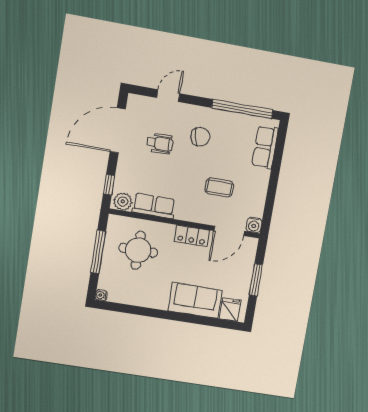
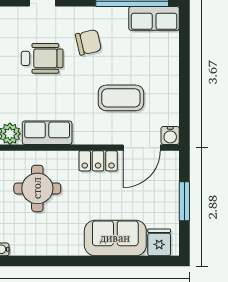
wheelchair: (160, 143) -> (42, 58), width x1.36, depth x1.37
row of seats: (265, 147) -> (154, 18), moved, turned -90
coffee table: (219, 187) -> (121, 98), width x1.36, depth x1.30

